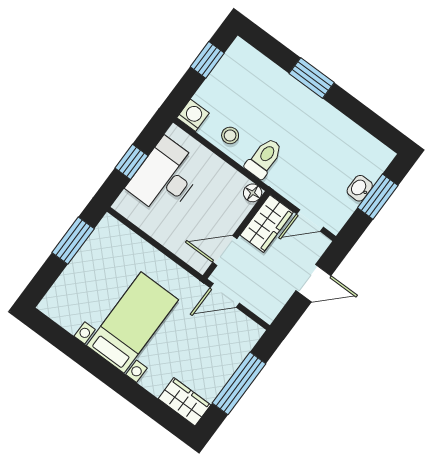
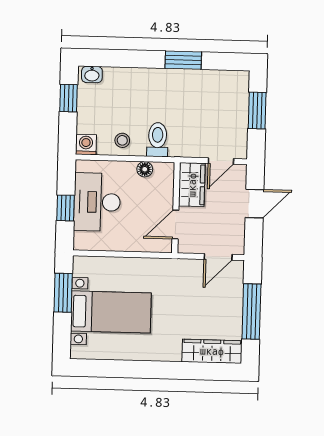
window: (312, 78) -> (183, 60), moved
washbasin: (360, 188) -> (92, 74), moved, turned -90
floor lamp: (253, 193) -> (145, 169), moved
door: (225, 295) -> (218, 257), moved
bed with nightstands: (133, 323) -> (111, 312), moved, turned 90
wardrobe: (184, 402) -> (212, 351), width x1.50

